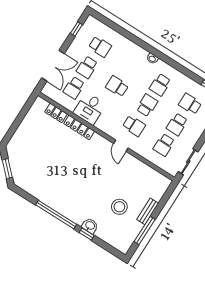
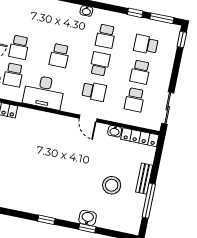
school desk: (100, 47) -> (25, 20), removed
window: (191, 75) -> (135, 13), added
school desk: (117, 86) -> (59, 56), turned -90
desk: (90, 109) -> (44, 92), width x1.37
locker: (79, 127) -> (140, 137), moved
washbasin: (138, 164) -> (115, 131), added
window: (56, 215) -> (46, 220), width x0.32

